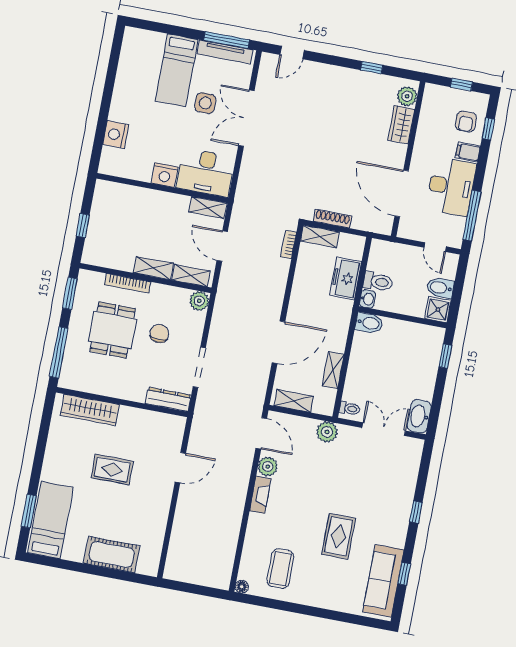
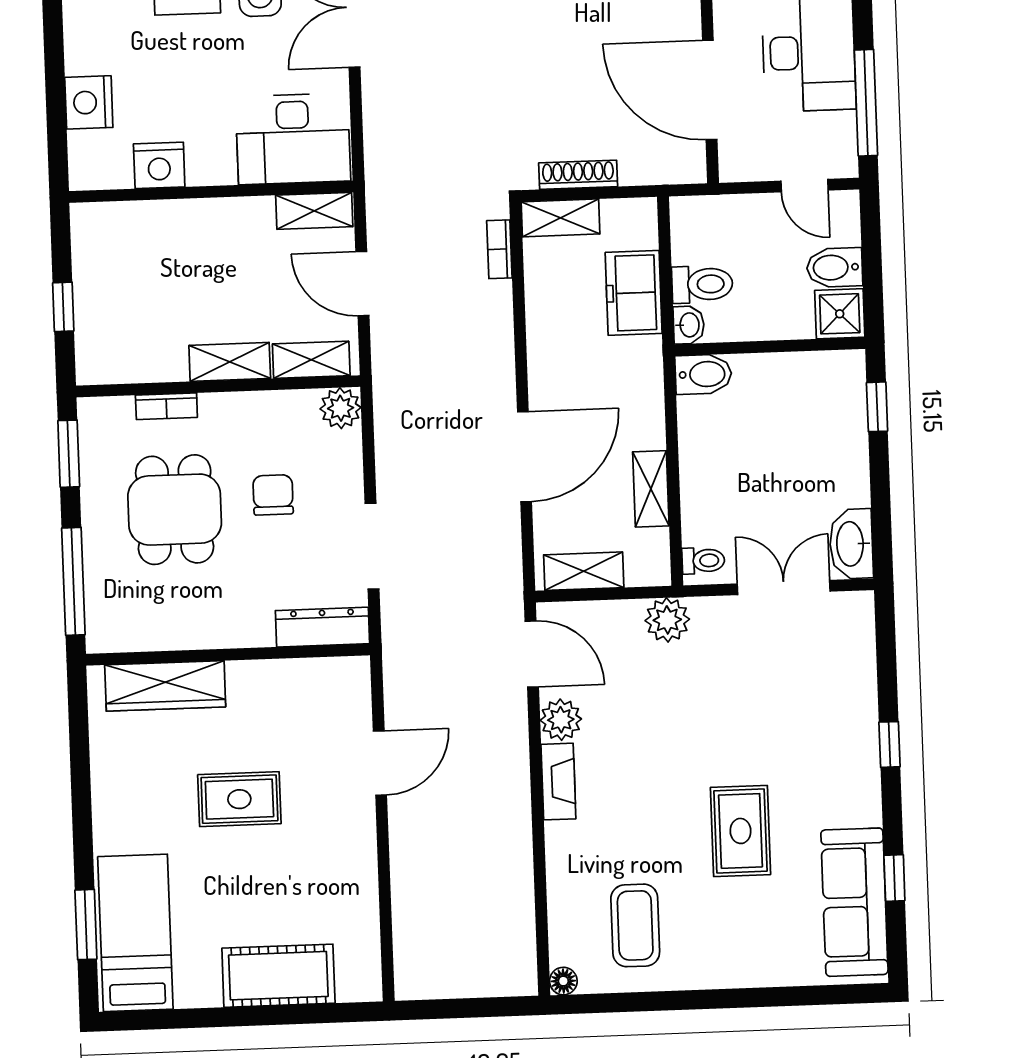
nightstand: (165, 175) -> (159, 165), moved
bookcase: (128, 283) -> (166, 406), width x0.64

